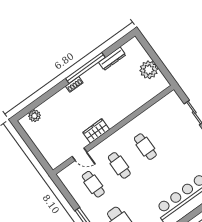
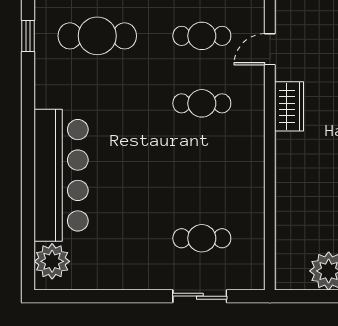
cafe table: (145, 147) -> (202, 238), moved

